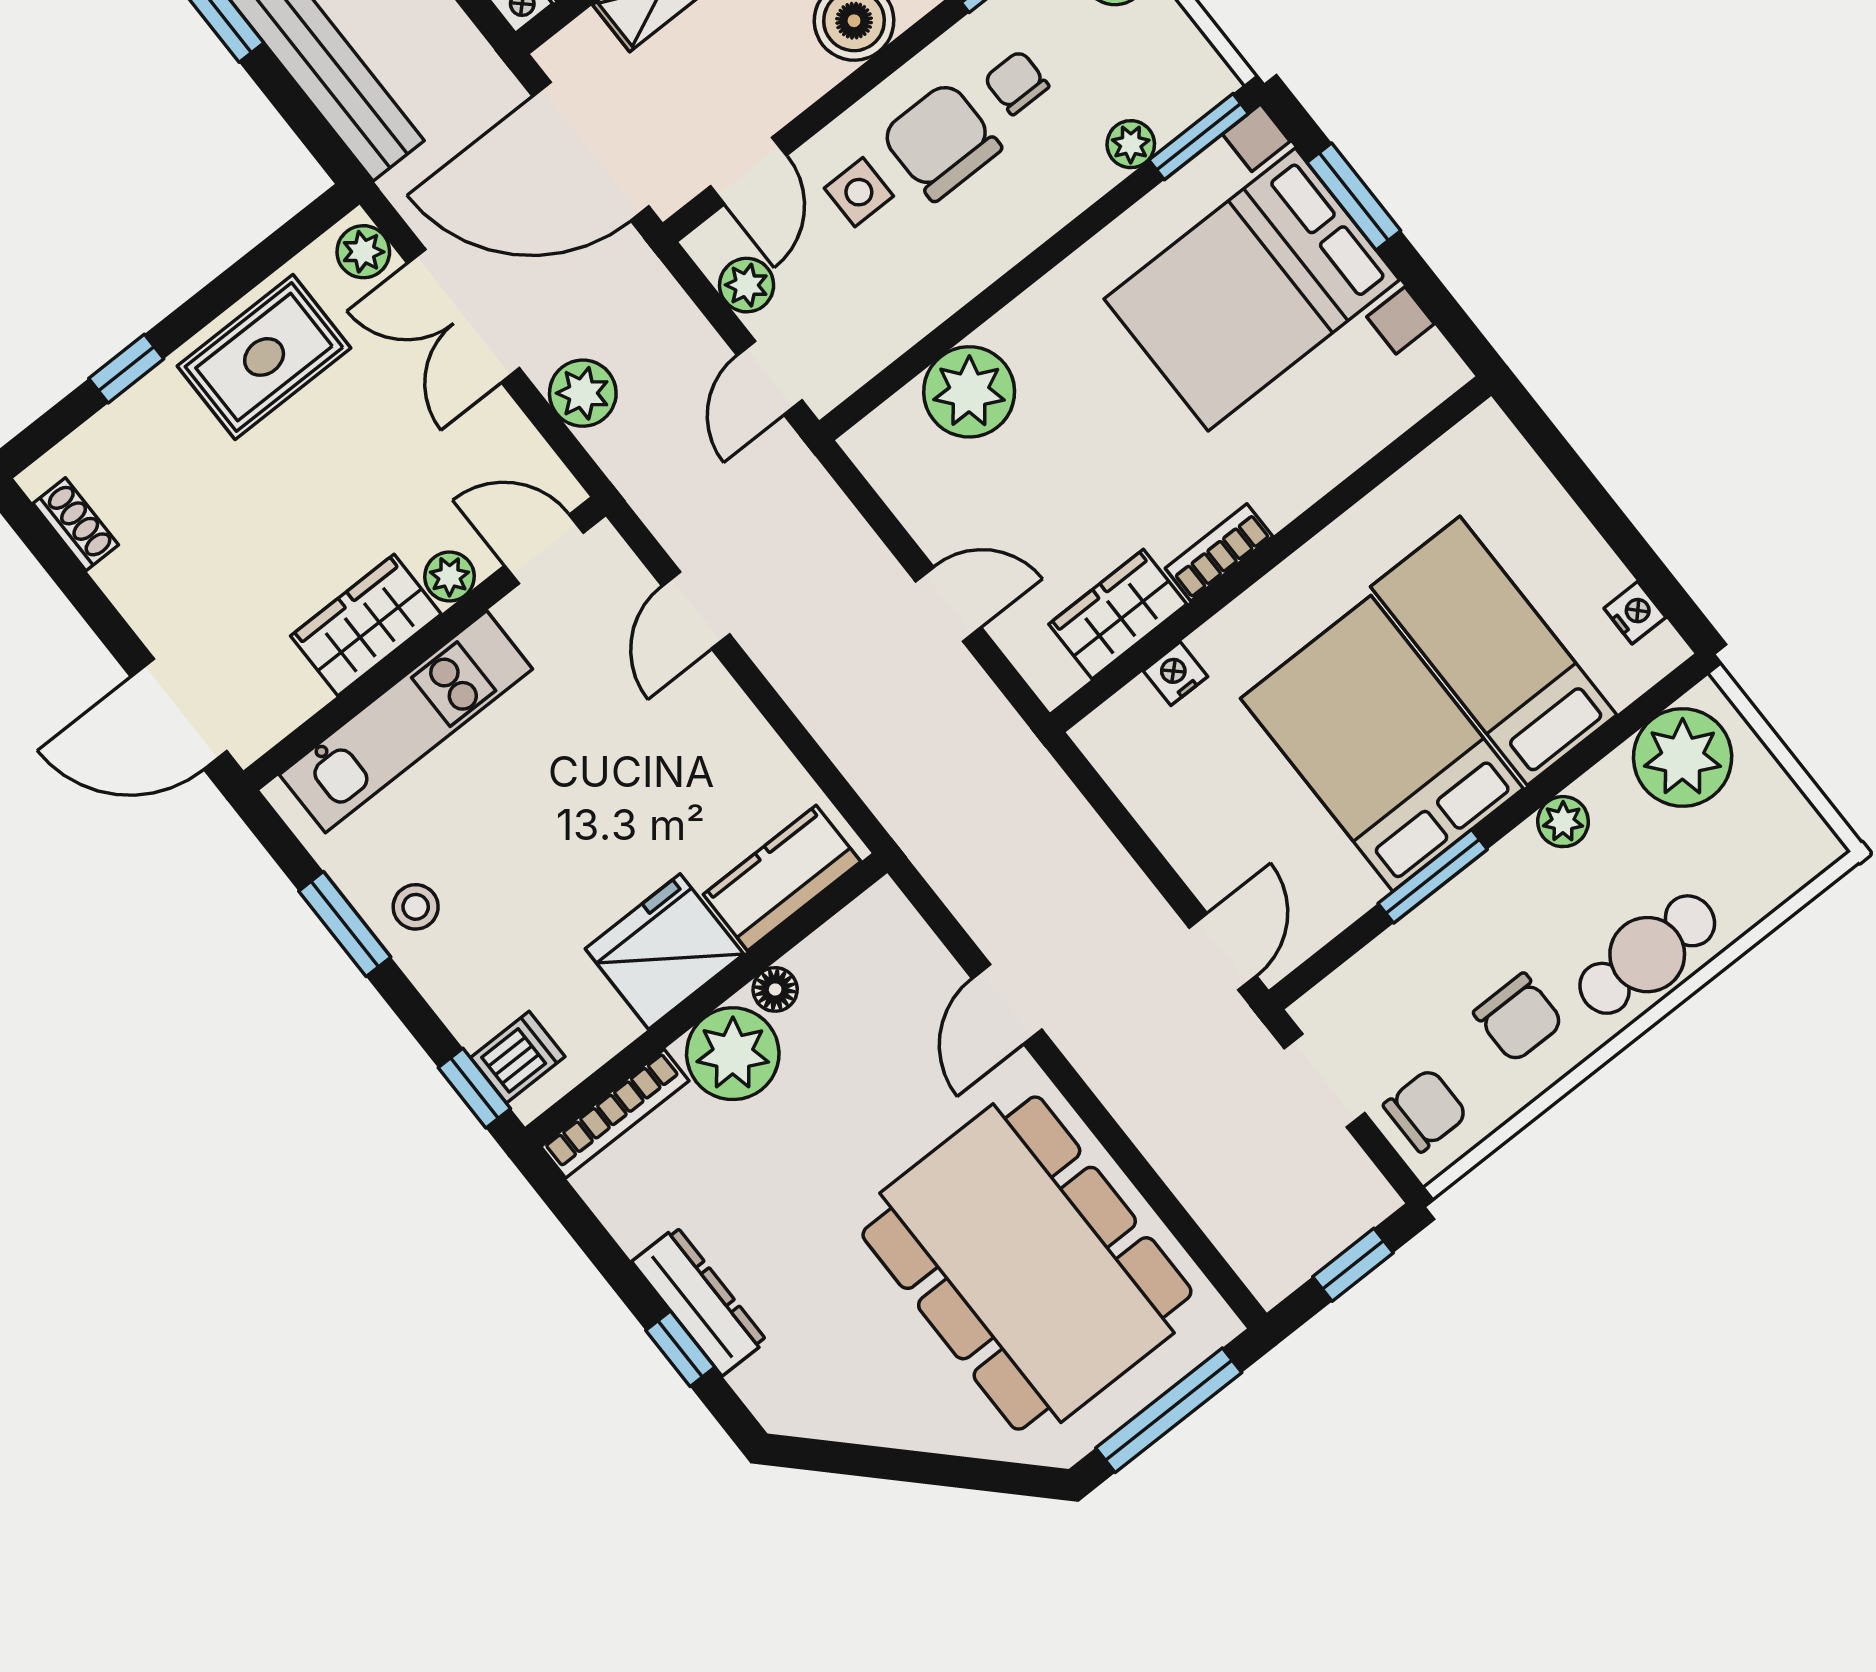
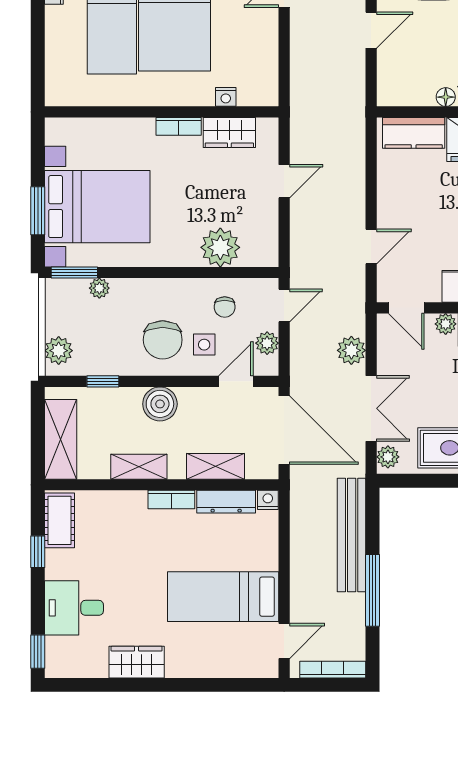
chair: (1016, 83) -> (225, 307), moved
door: (948, 604) -> (284, 181), swing flipped

